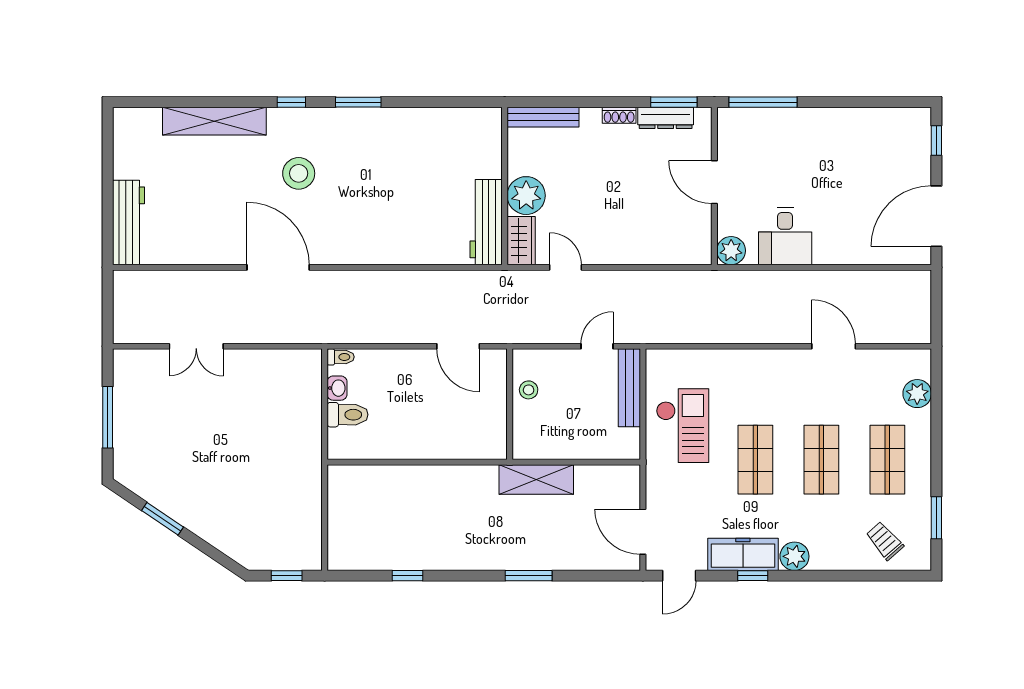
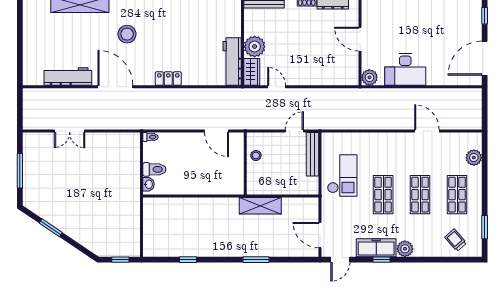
workbench: (128, 223) -> (68, 76), moved, turned -90
desk: (785, 236) -> (405, 69), width x1.37
locker: (372, 253) -> (168, 79), added
washbasin: (337, 388) -> (149, 184), moved

